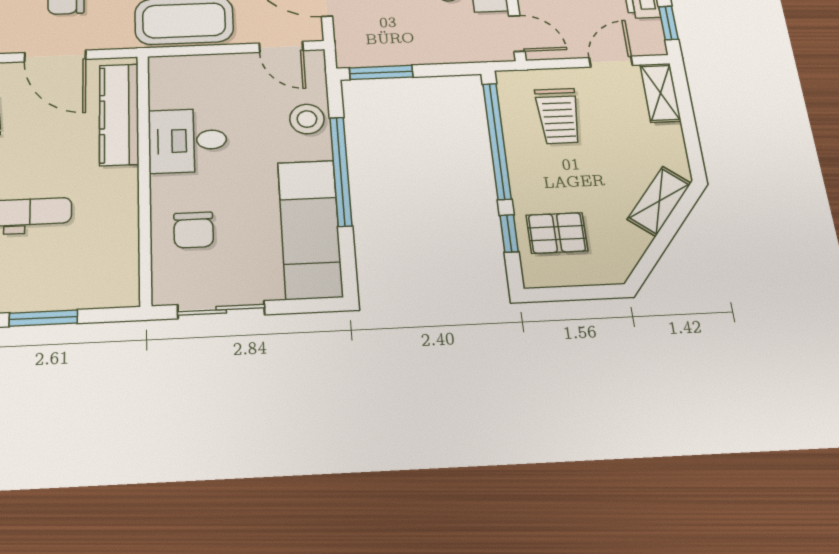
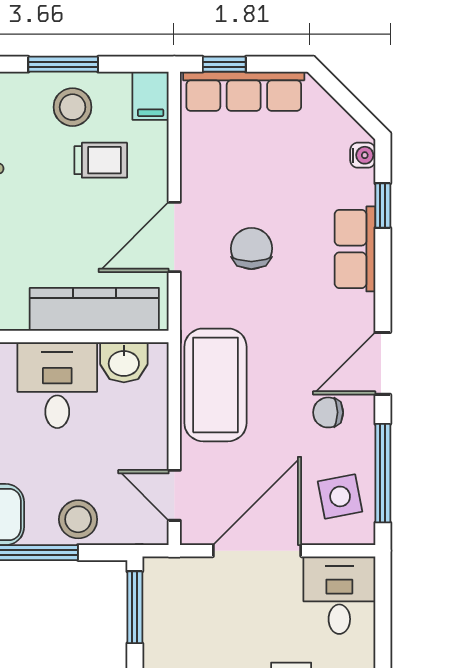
door: (281, 47) -> (174, 495), hinge flipped
washbasin: (166, 90) -> (124, 362), added

